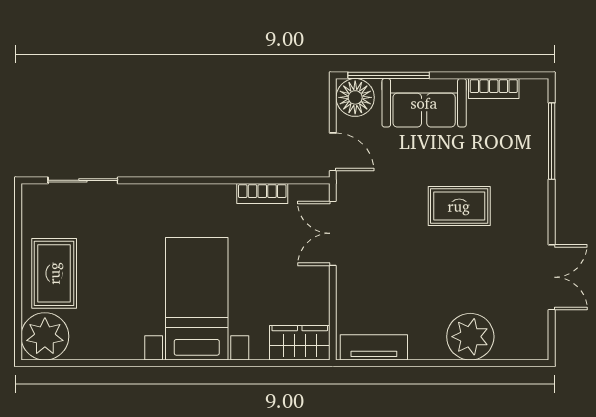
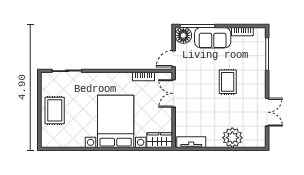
door: (333, 152) -> (174, 59), swing flipped
rug: (459, 206) -> (228, 82), turned 90
bed with nightstands: (197, 299) -> (116, 121), width x1.36
plant: (45, 336) -> (51, 137), removed

